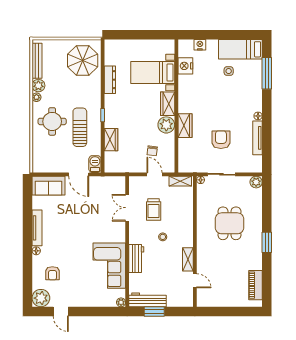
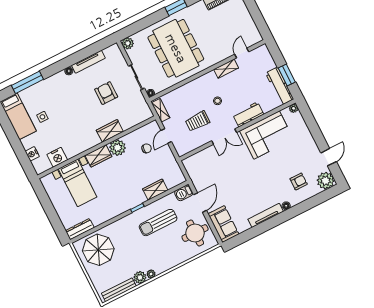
dresser: (110, 80) -> (80, 229), moved
round table: (52, 121) -> (195, 233), moved
armchair: (221, 140) -> (106, 93), turned 90
double door: (127, 208) -> (224, 137), moved
trolley: (154, 209) -> (198, 121), turned 180
dining table: (229, 223) -> (176, 48), width x1.88, depth x1.24

